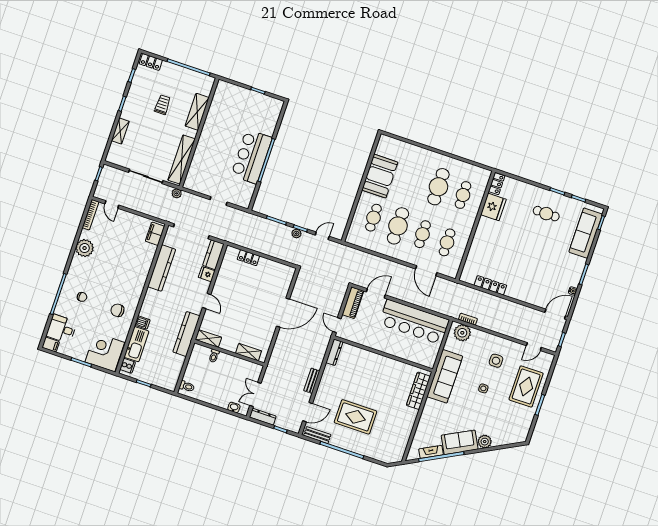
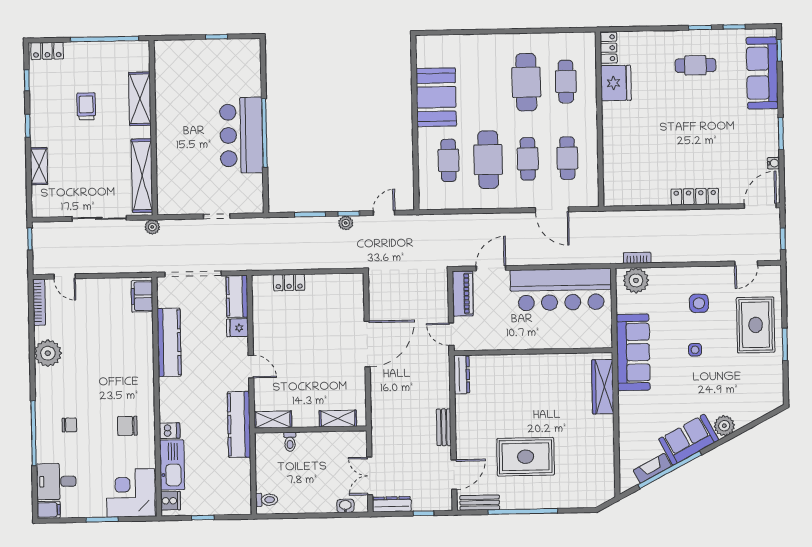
locker: (490, 285) -> (695, 197), moved

